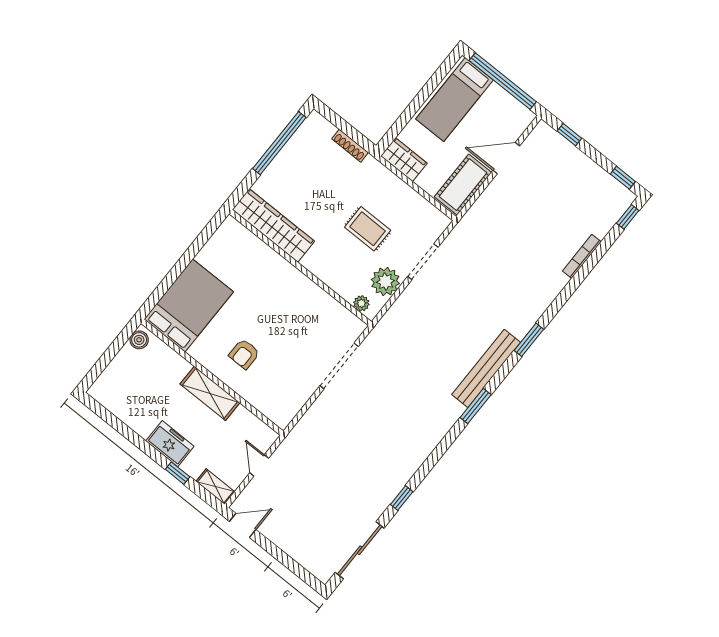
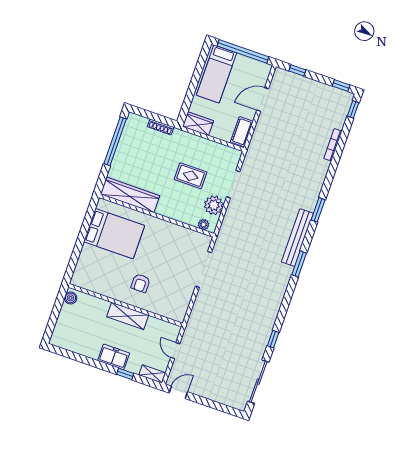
cot: (463, 185) -> (242, 132), width x0.73, depth x0.75
bed: (189, 305) -> (114, 234), moved, turned 90

